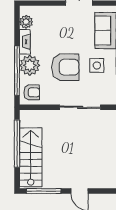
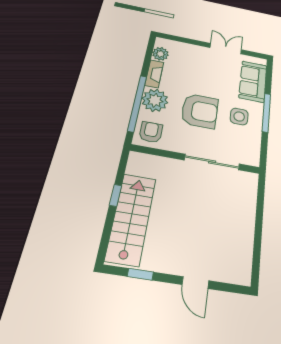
armchair: (32, 92) -> (151, 132), turned -90
window: (17, 144) -> (115, 195), width x0.32
window: (44, 191) -> (140, 274), width x0.46

